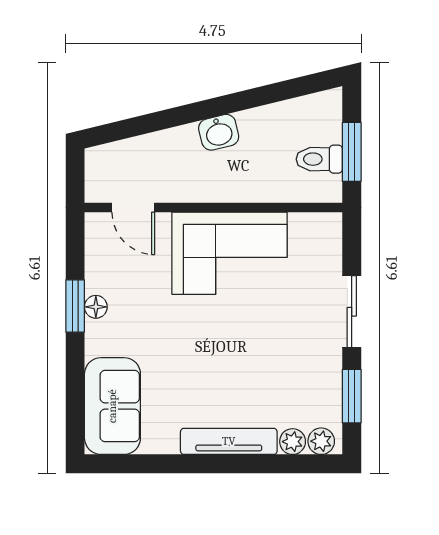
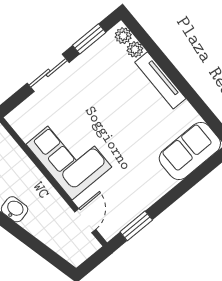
window: (75, 306) -> (136, 226), moved
floor lamp: (96, 307) -> (148, 199), removed

